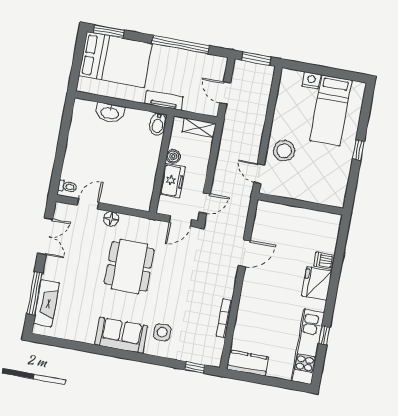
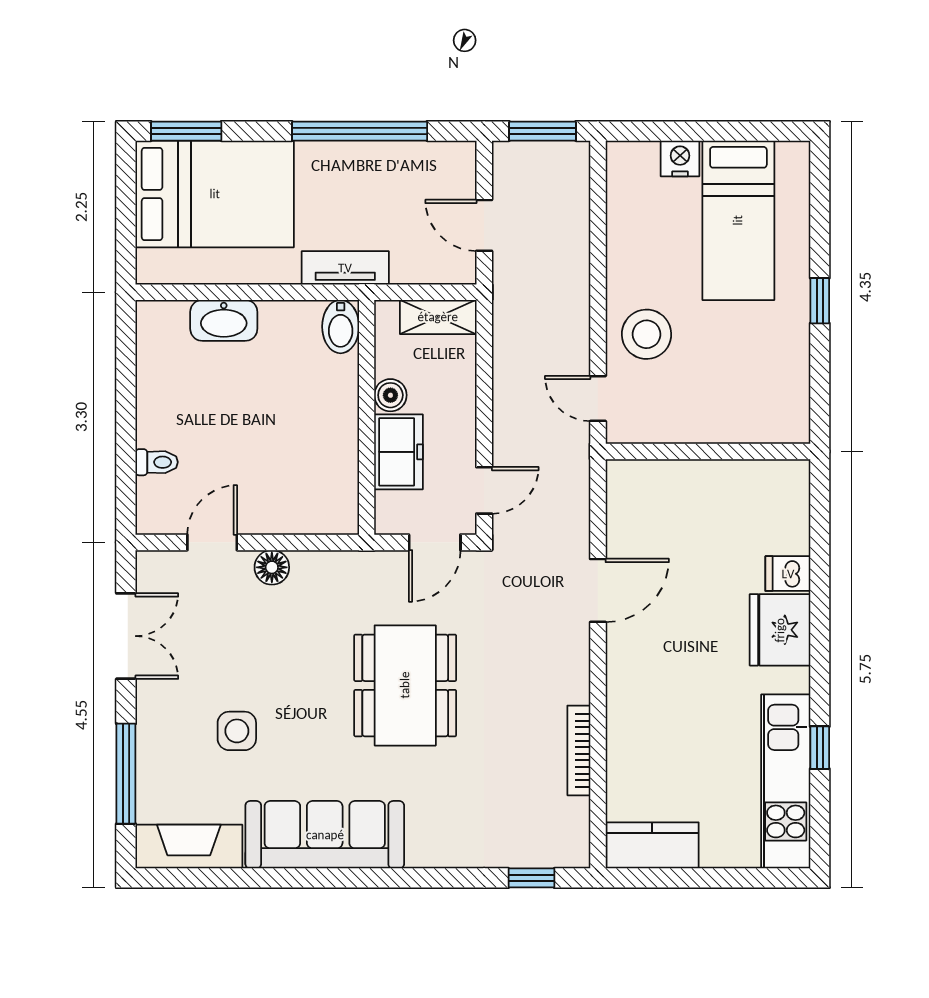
toilet: (67, 187) -> (157, 462), moved
dining table: (129, 266) -> (405, 685), moved
fireplace: (46, 303) -> (189, 847), moved, turned -90
side table: (162, 332) -> (237, 731), moved
sofa: (121, 335) -> (325, 835), width x1.36

